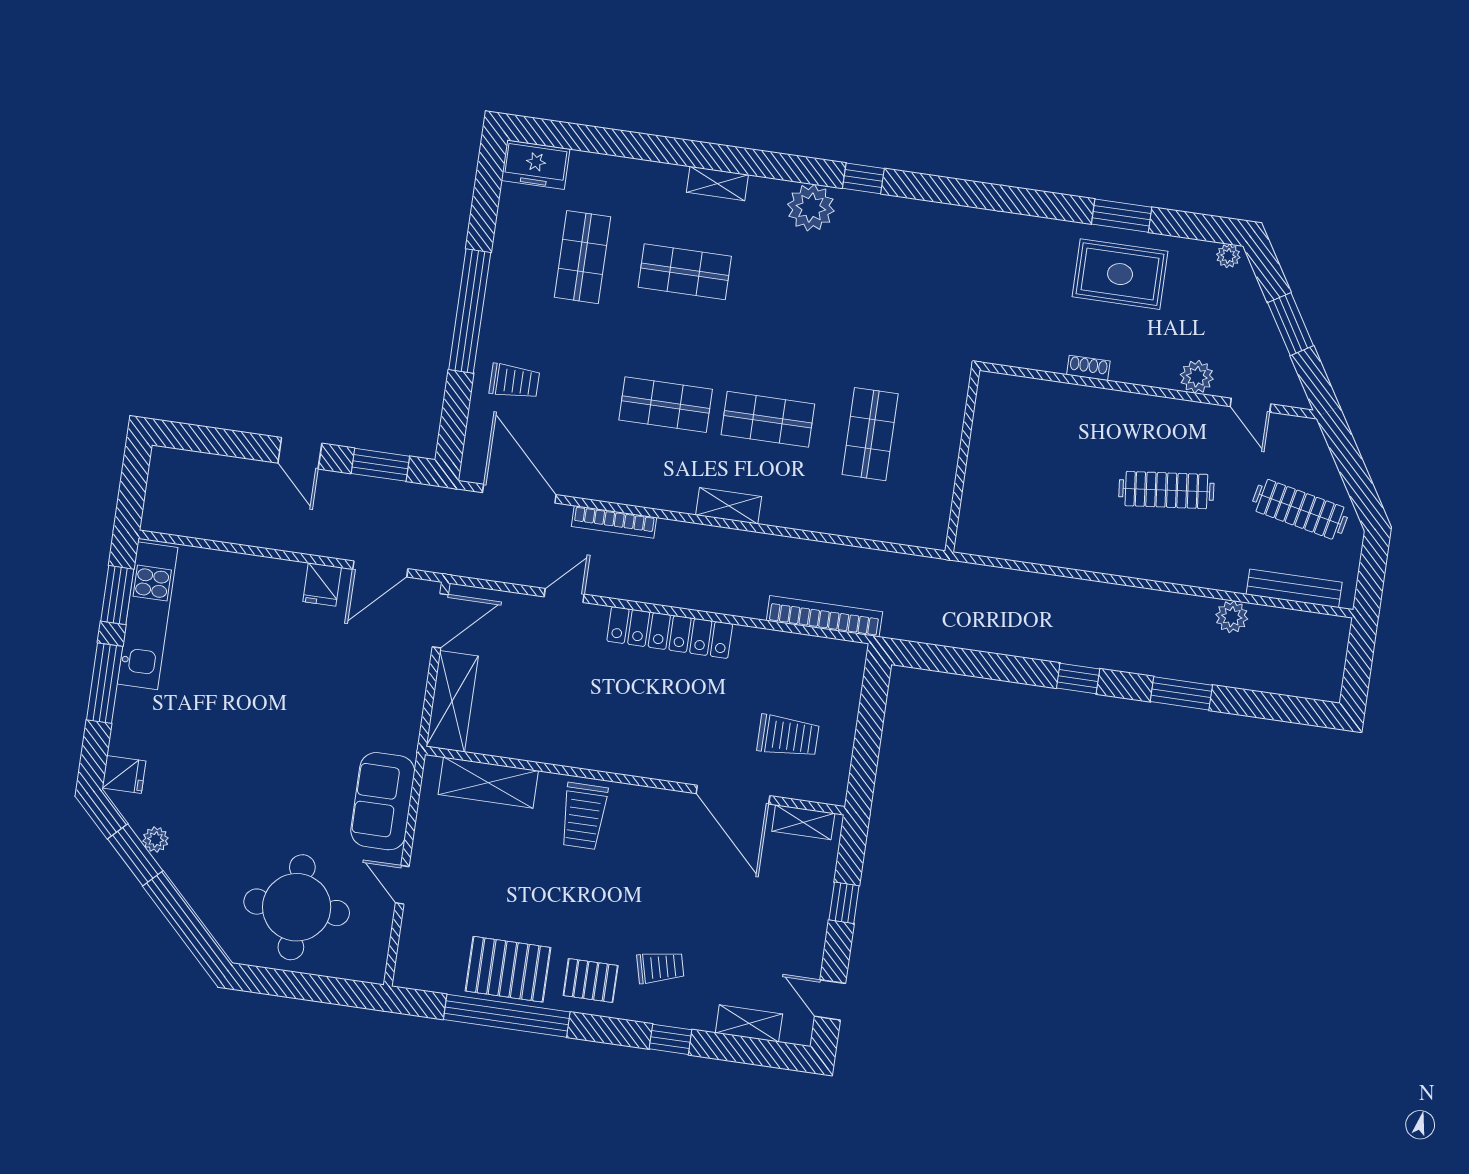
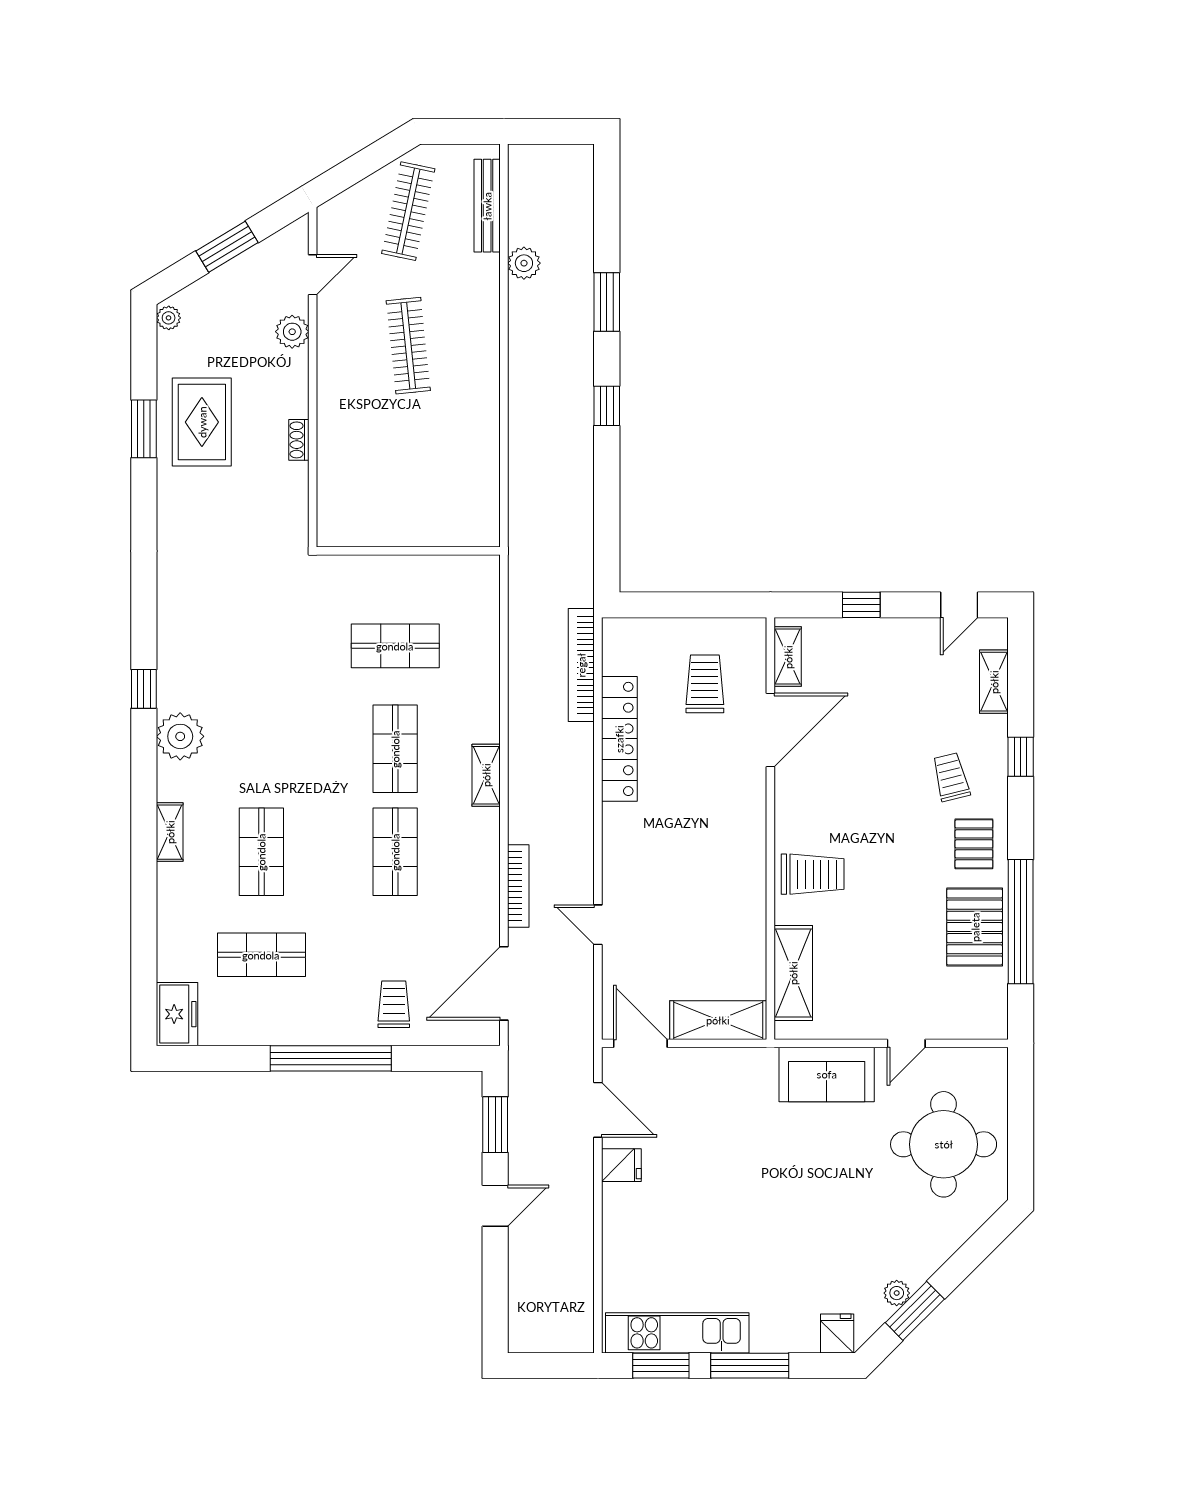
locker: (670, 633) -> (619, 739), moved

